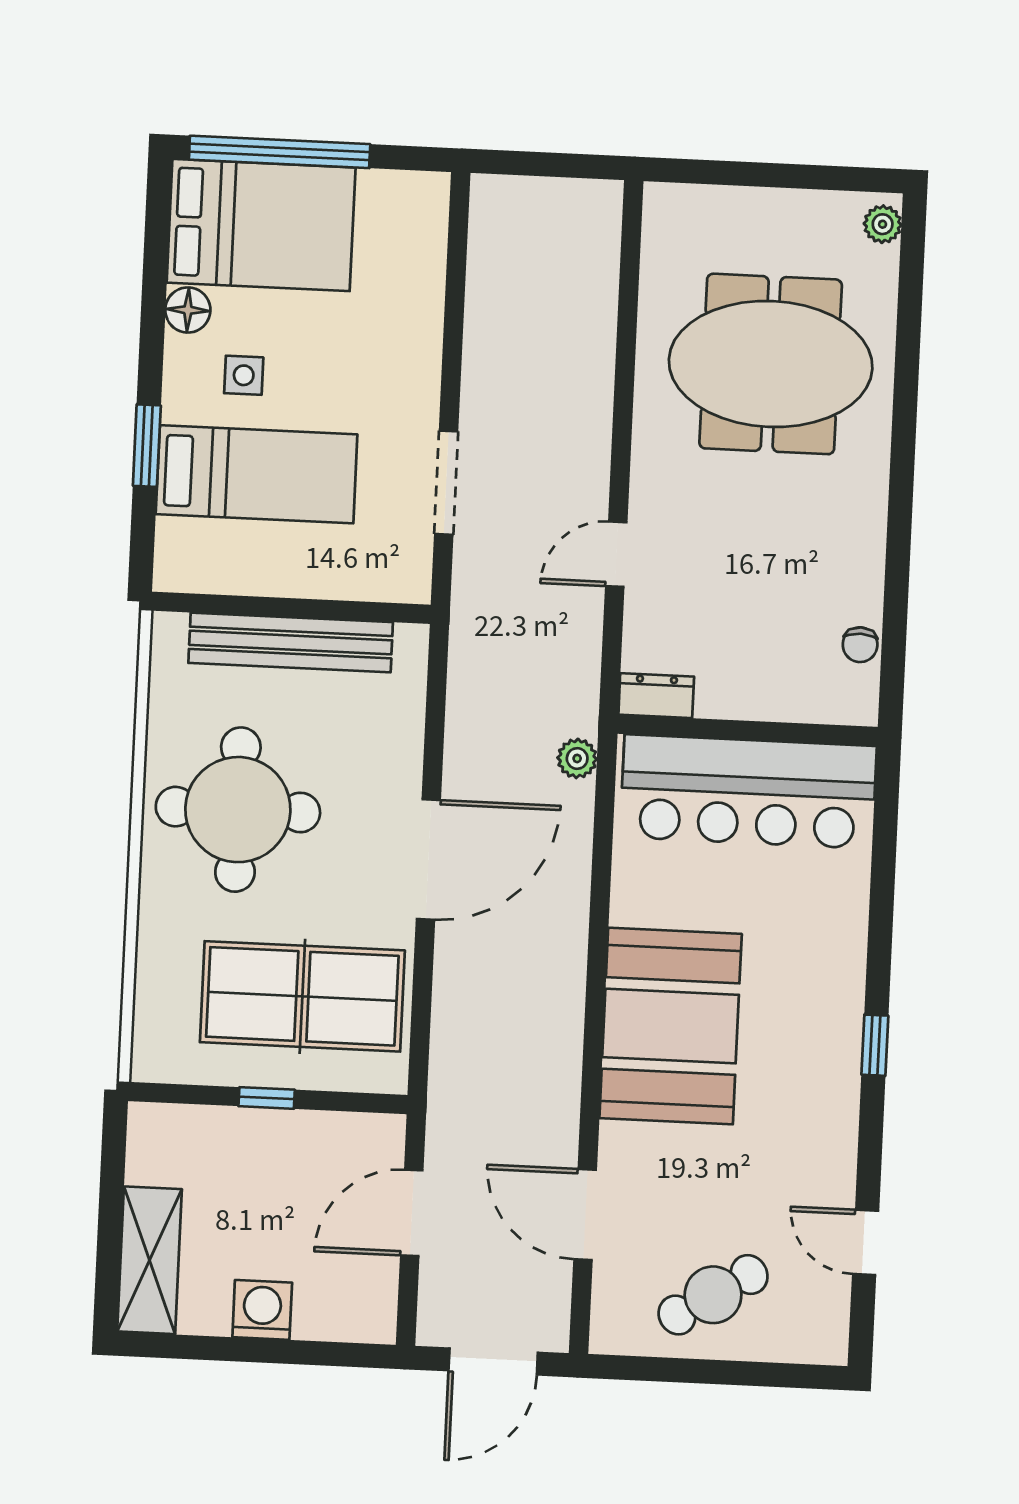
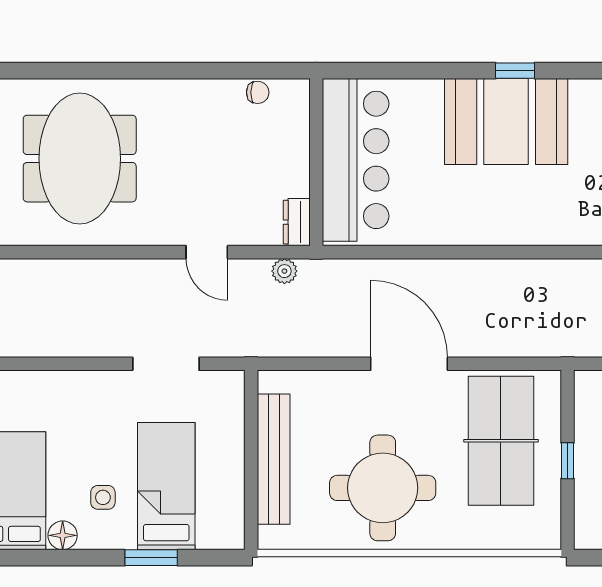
plant: (577, 758) -> (284, 271), moved
booth: (671, 1026) -> (506, 122), moved

